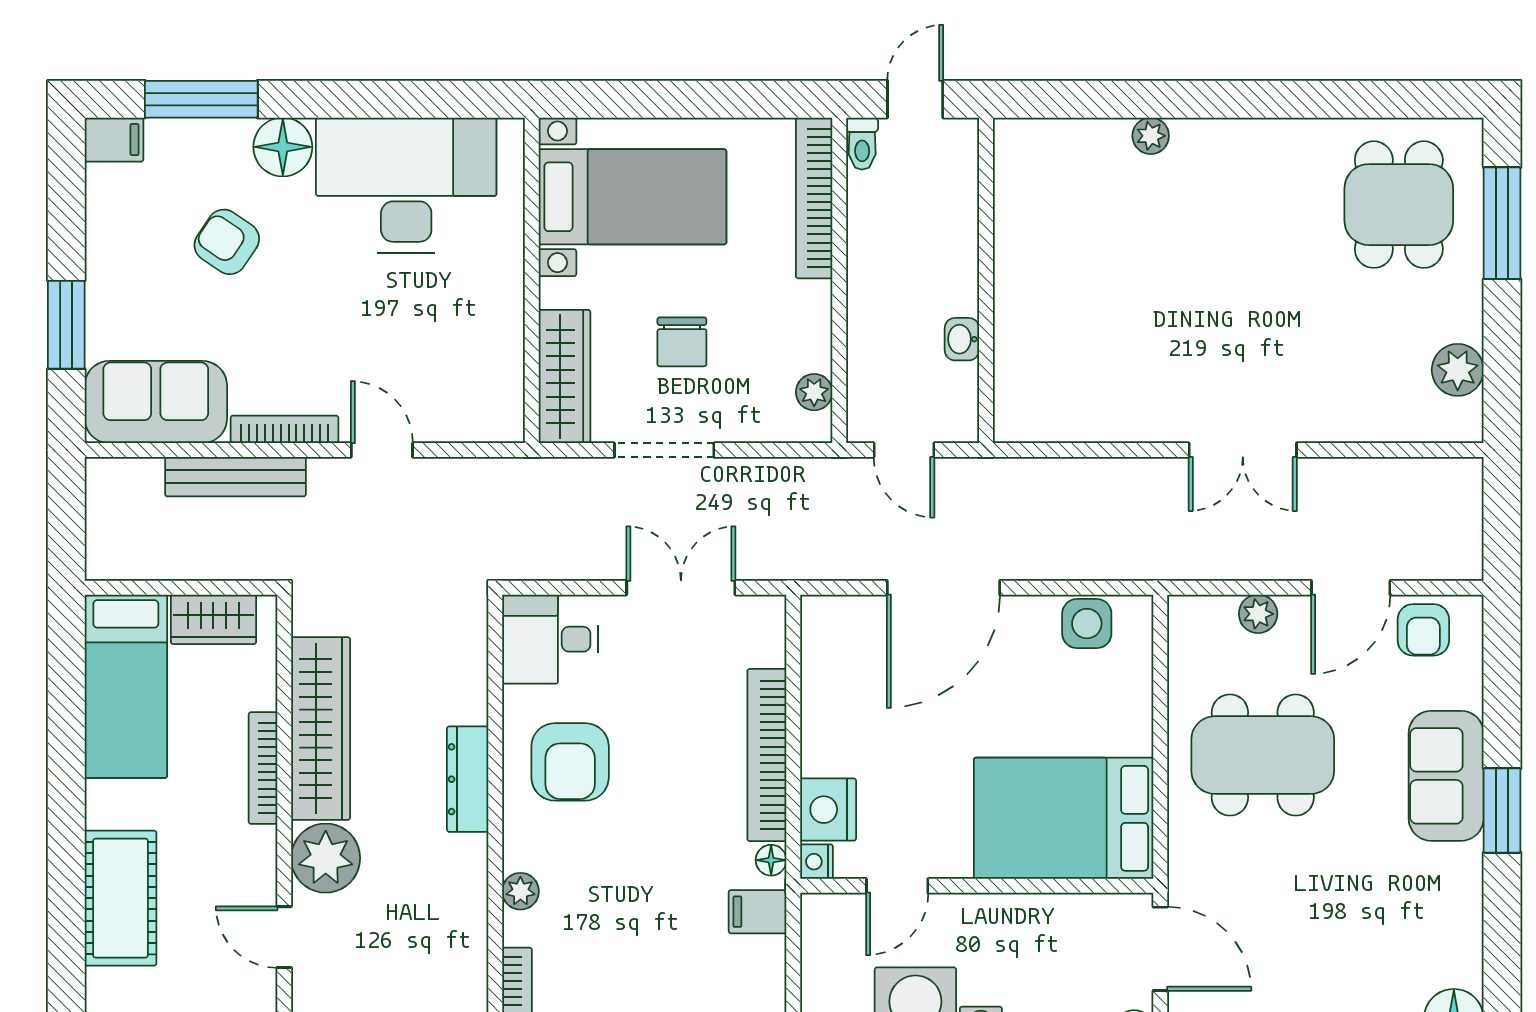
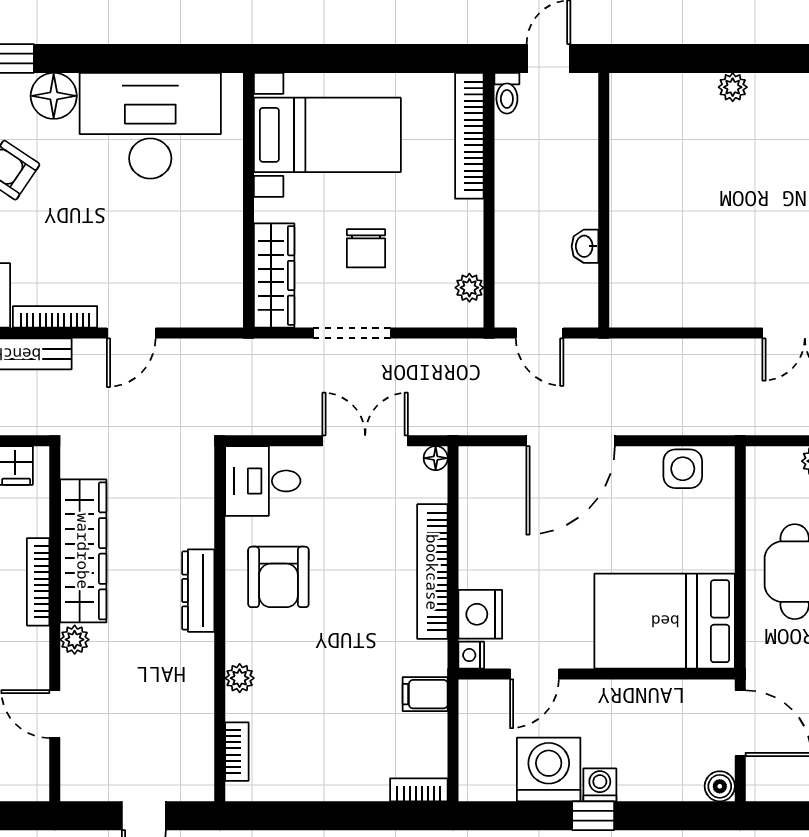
door: (382, 450) -> (131, 333), swing flipped
plant: (326, 858) -> (75, 640), width x0.53, depth x0.53
floor lamp: (771, 860) -> (436, 458), moved

